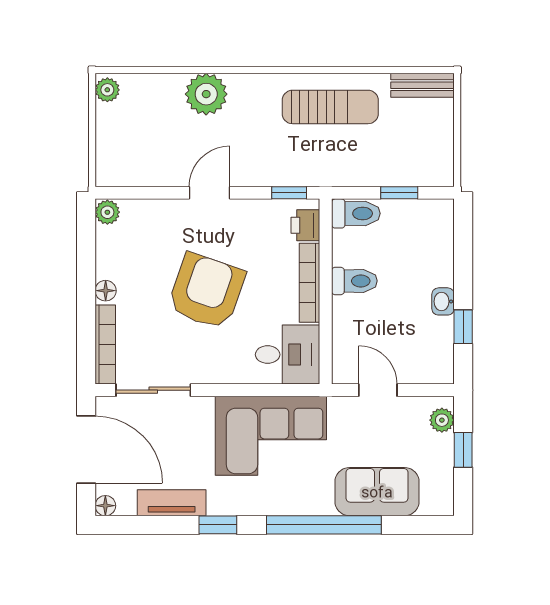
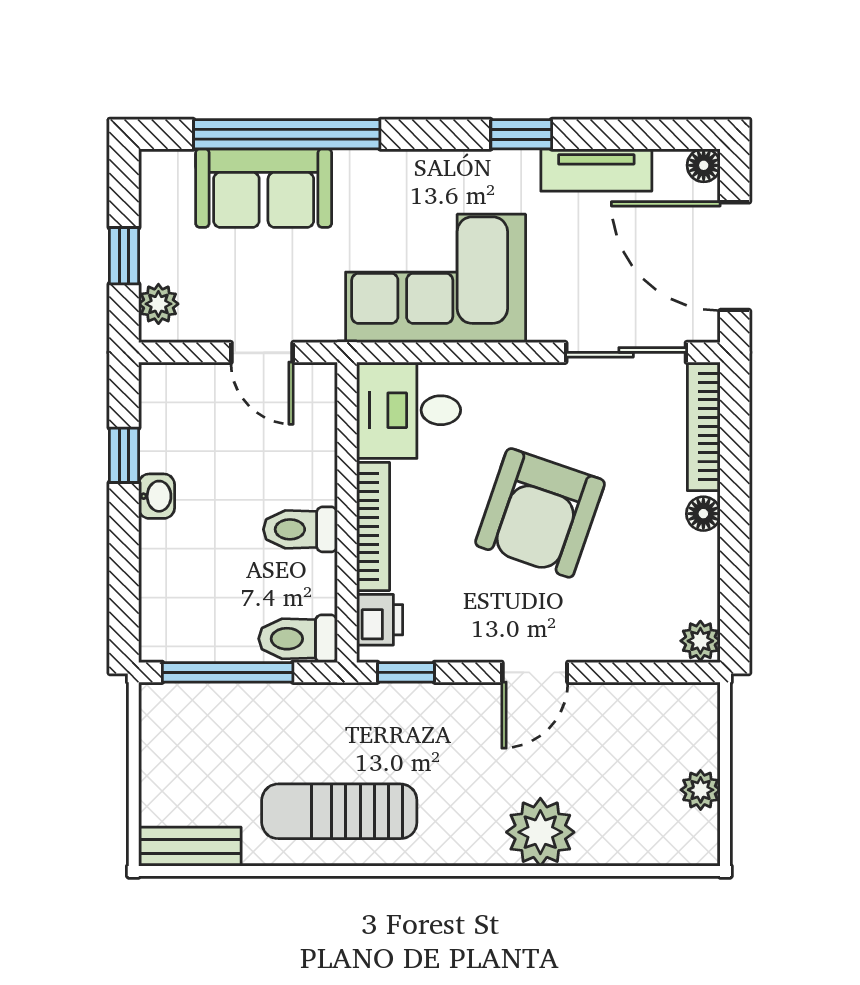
plant: (107, 90) -> (701, 790), moved
window: (399, 193) -> (228, 672), width x2.17
window: (324, 525) -> (287, 134), moved

